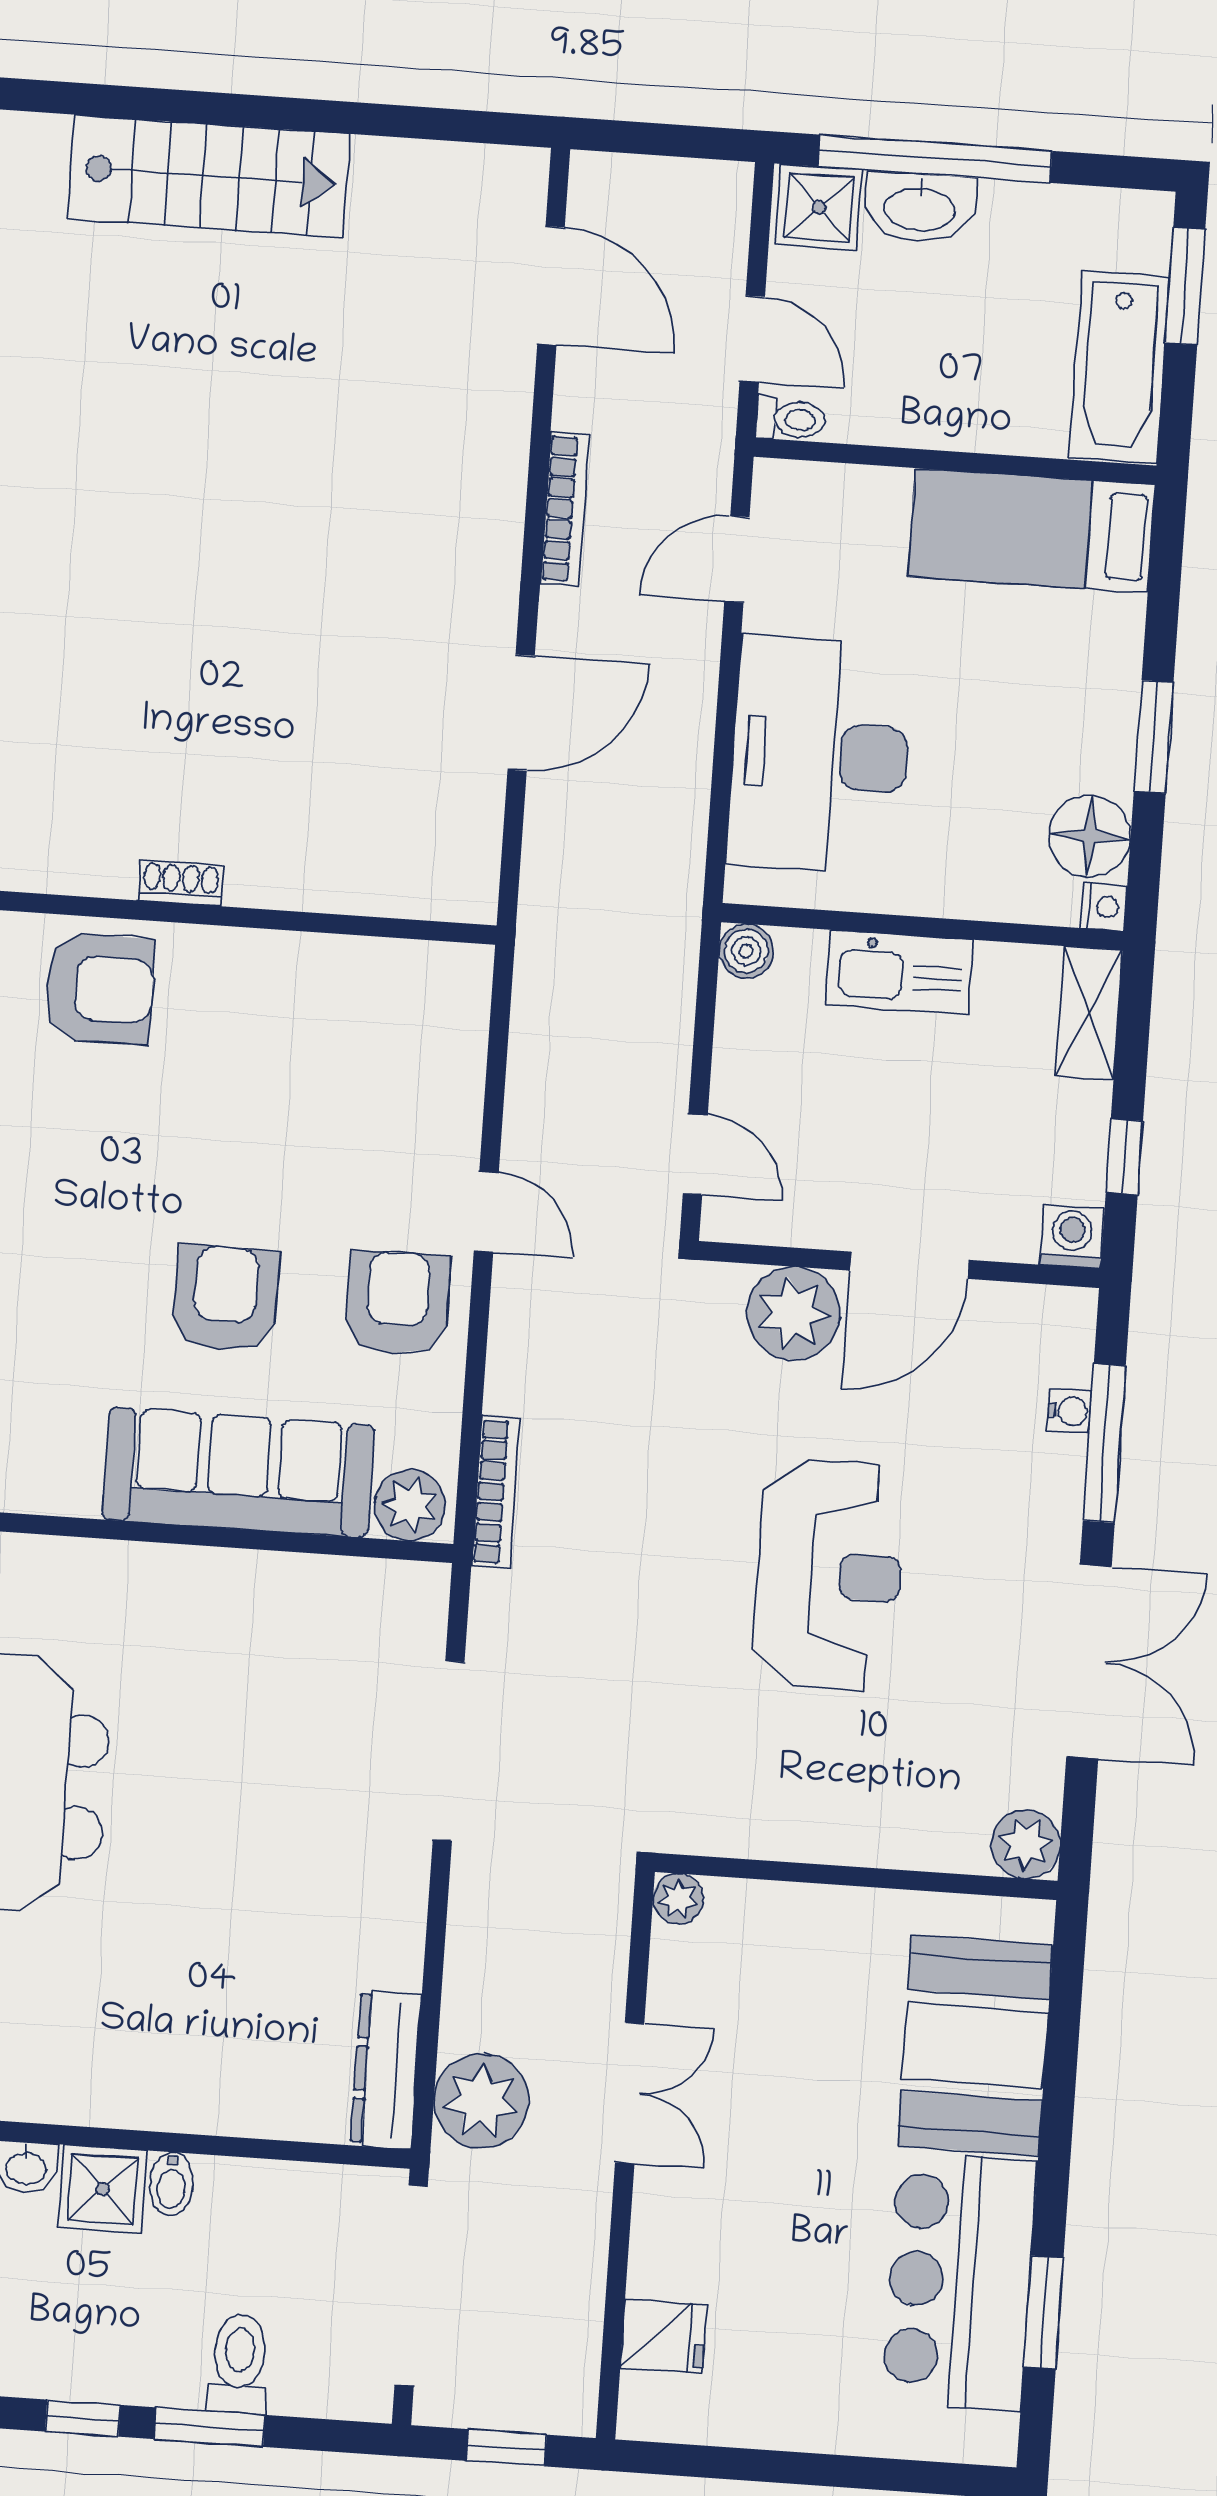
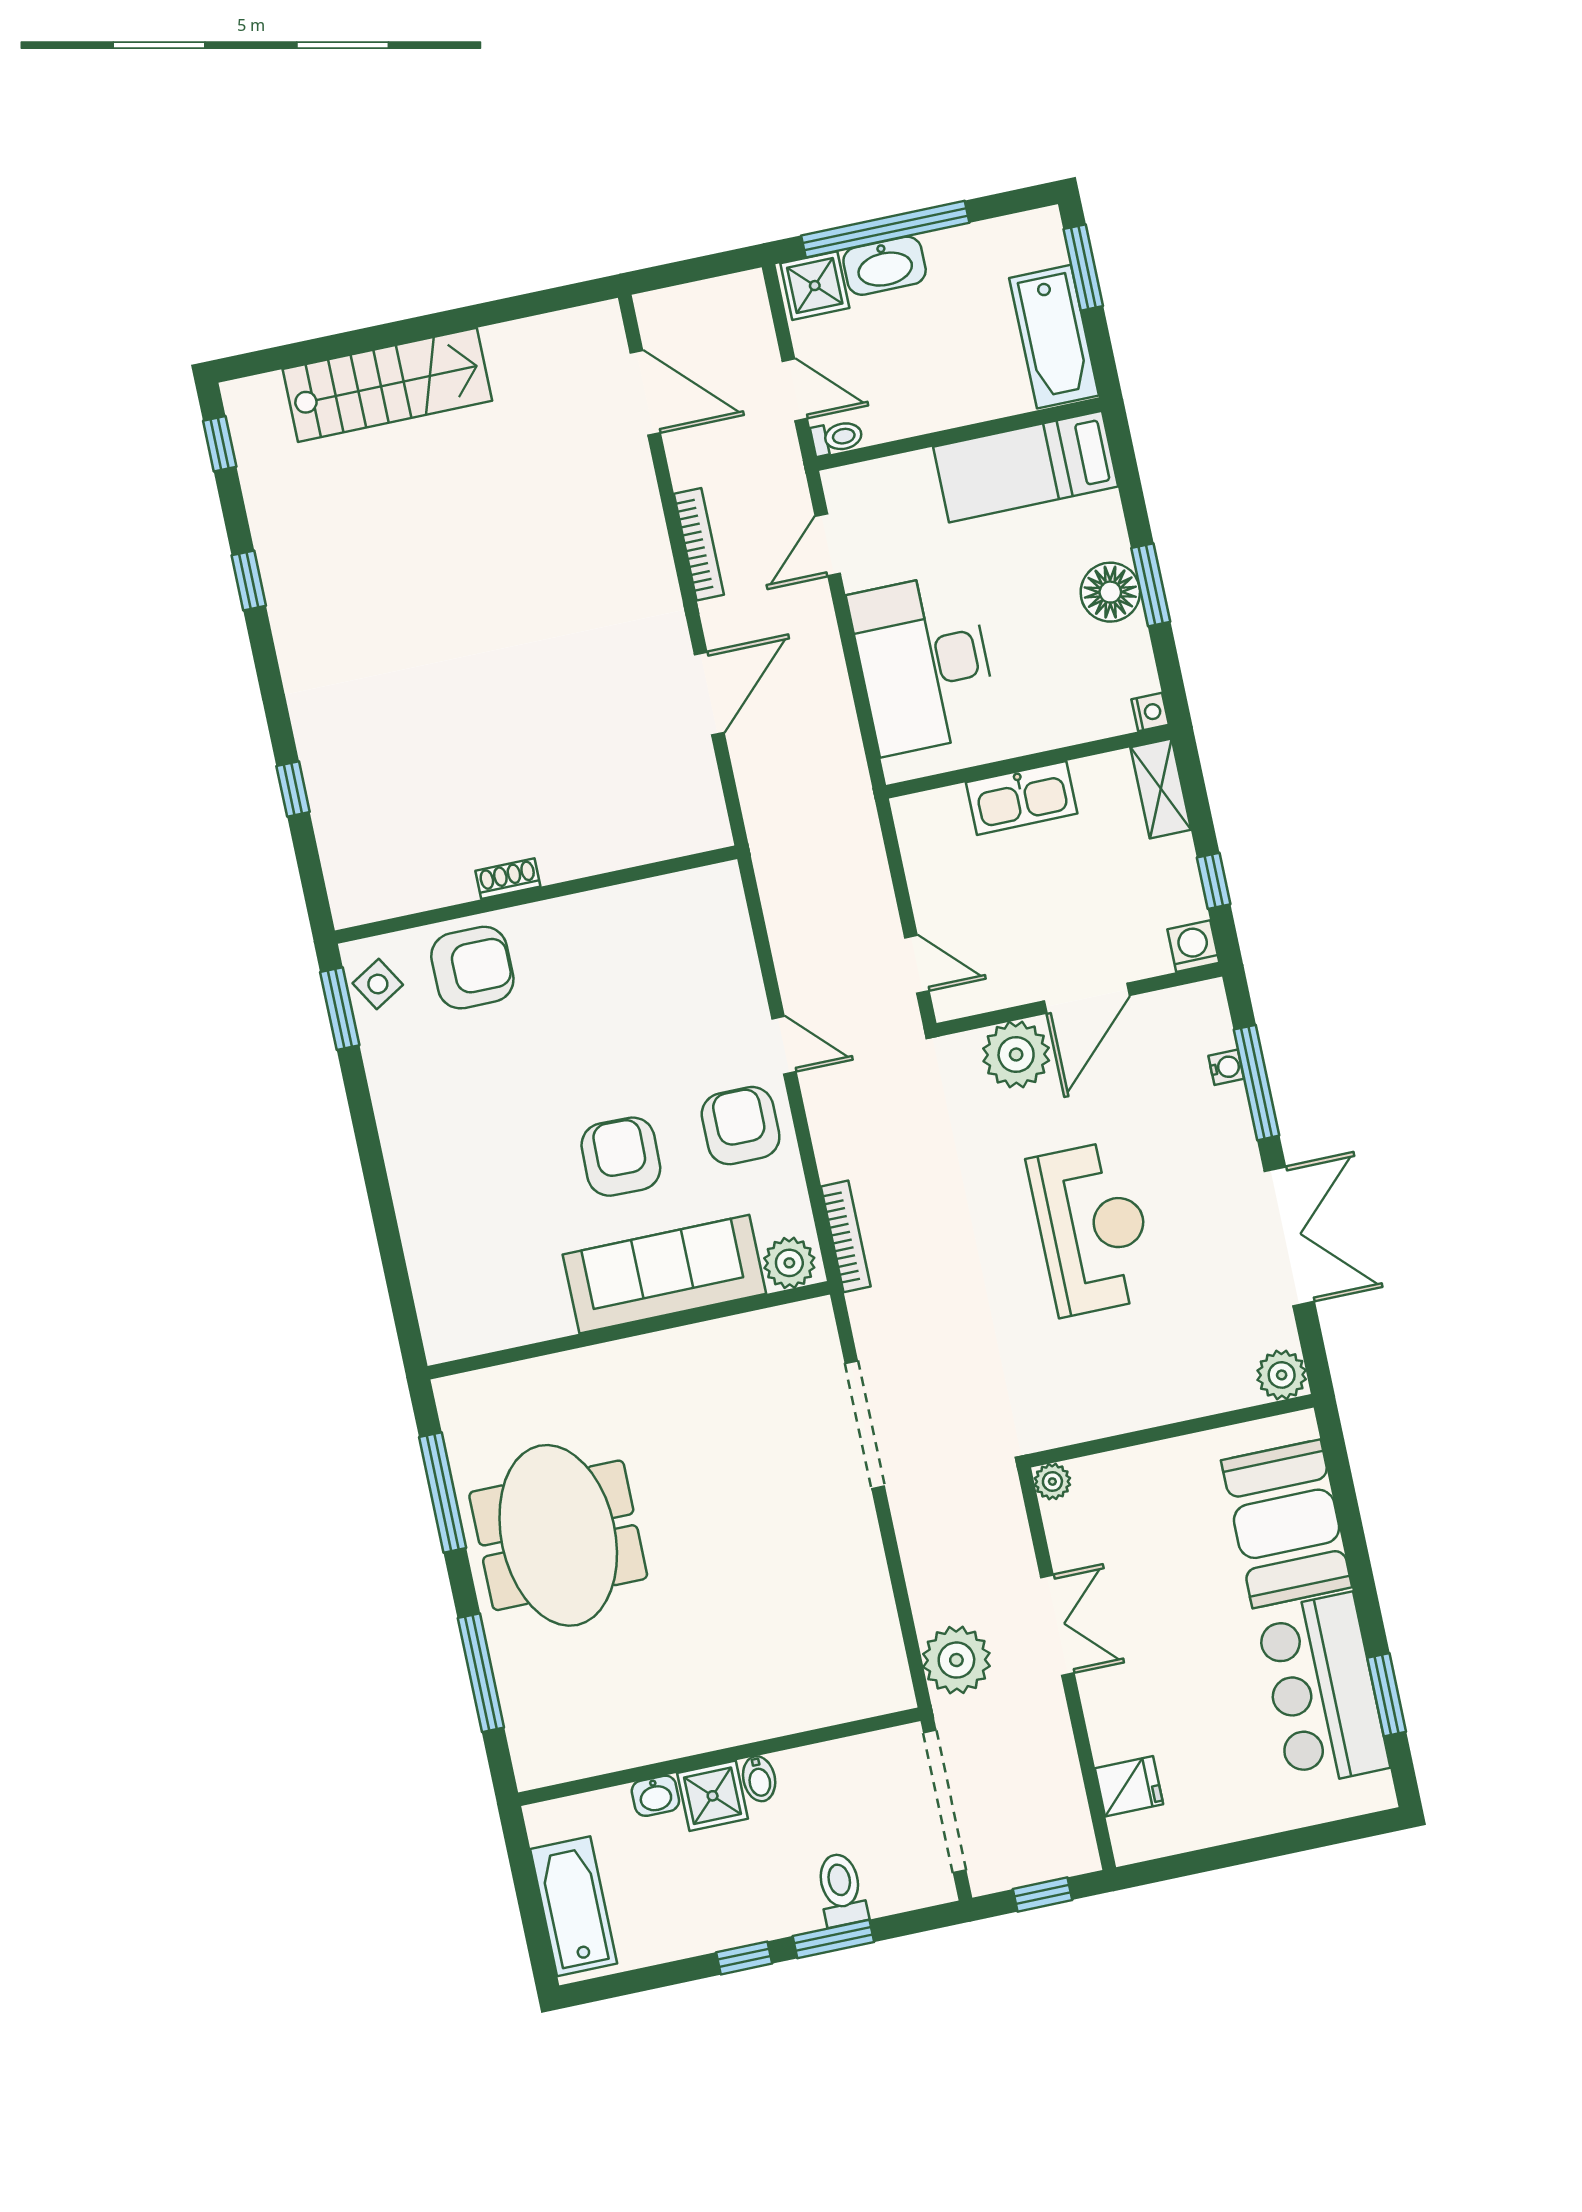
floor lamp: (1089, 836) -> (1110, 592), moved
boiler: (746, 951) -> (912, 814), removed
dresser: (386, 2070) -> (885, 1657), removed

